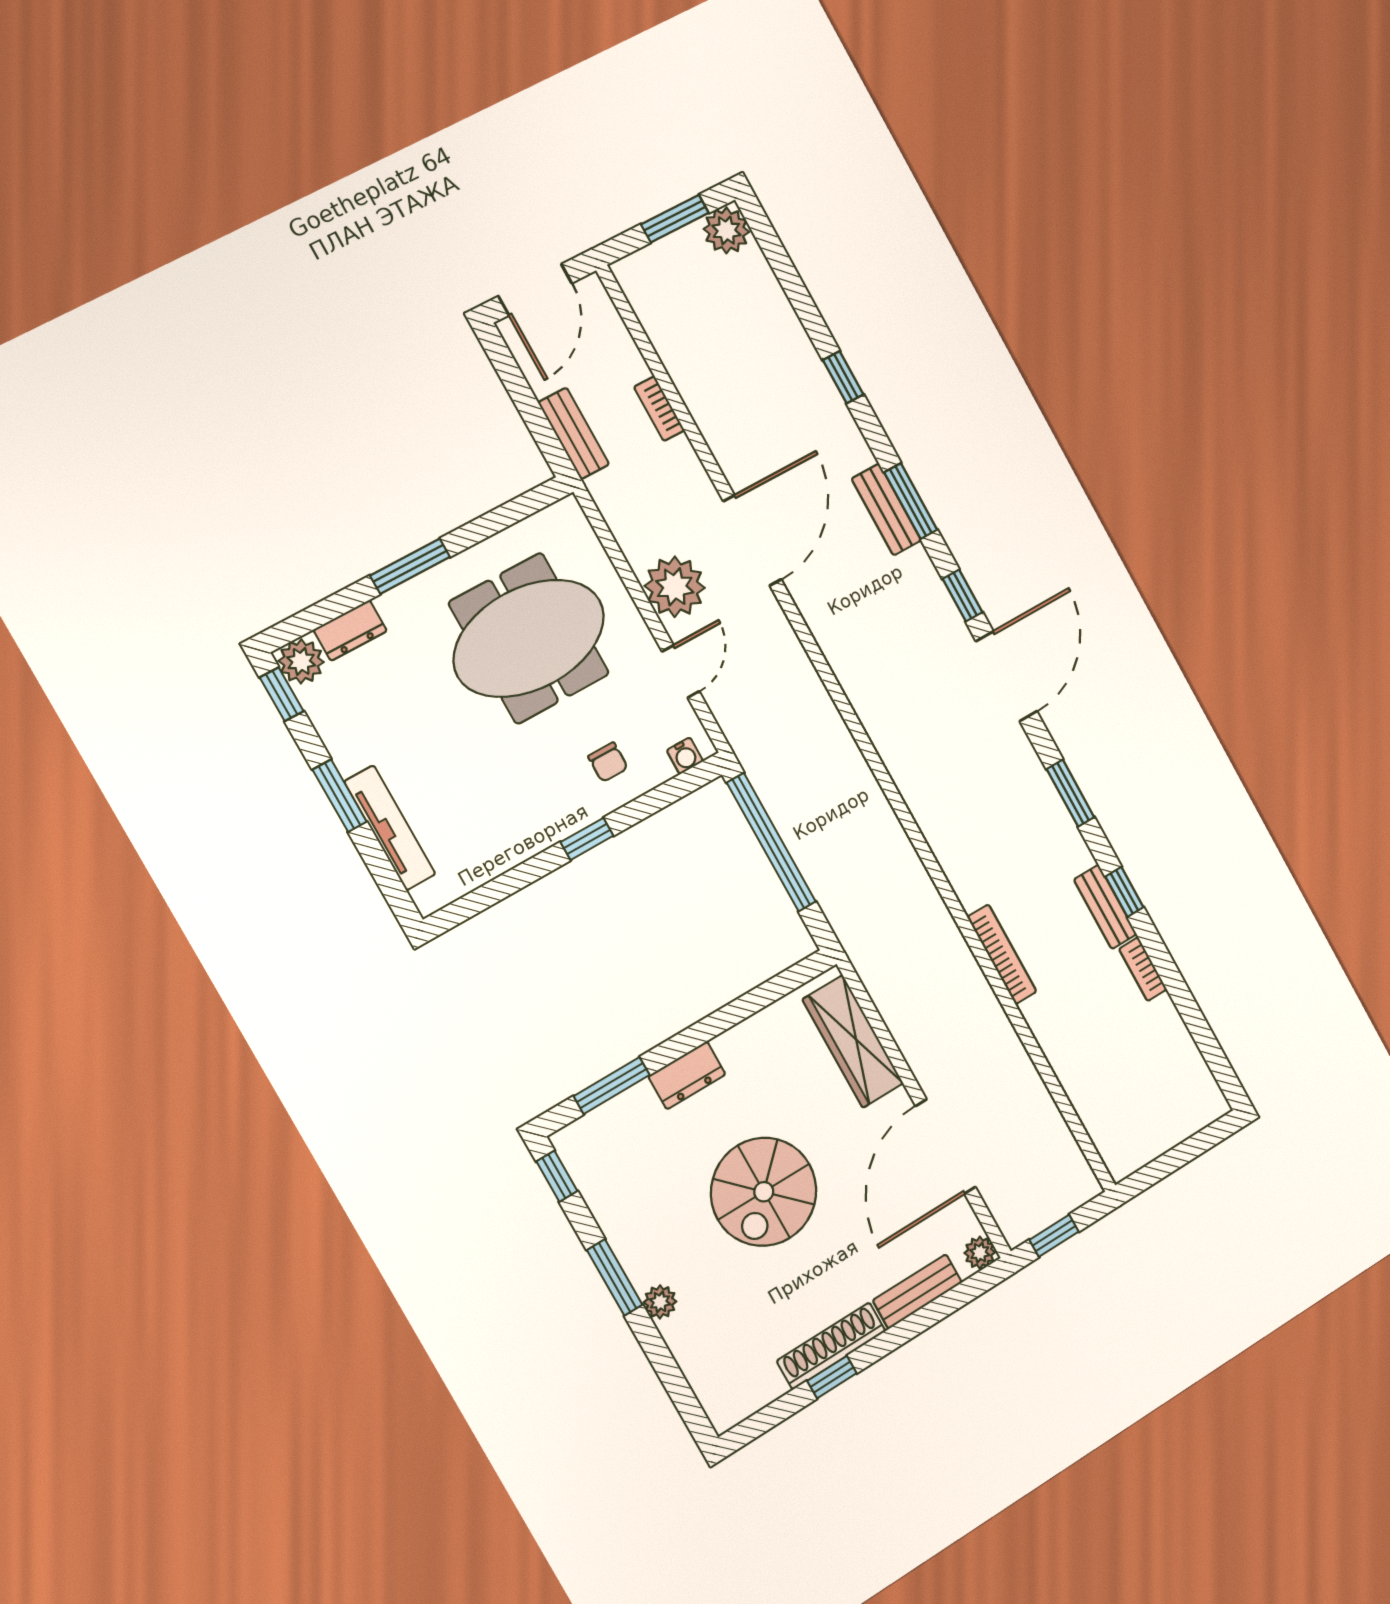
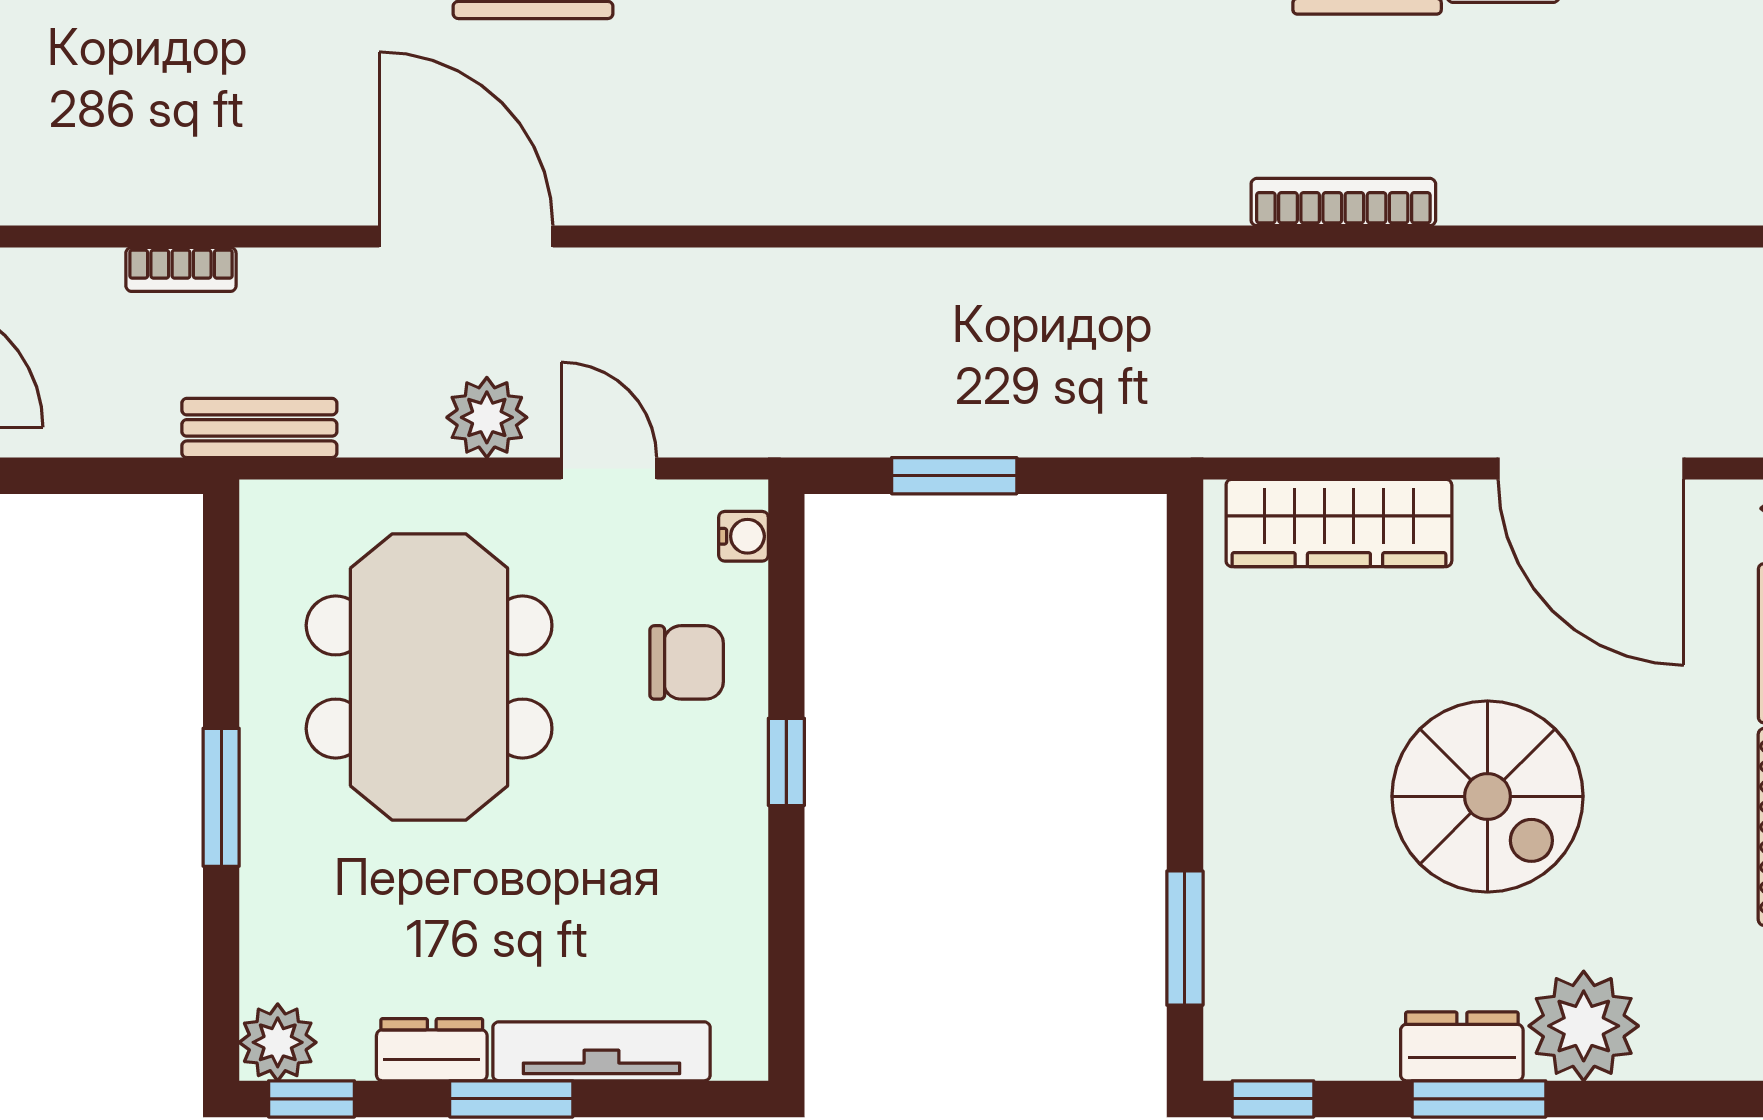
bench: (574, 433) -> (259, 428), moved
plant: (675, 587) -> (487, 417), width x0.73, depth x0.73
dresser: (350, 630) -> (432, 1050), moved, turned -90
chair: (608, 762) -> (687, 662), width x1.37, depth x1.37
window: (771, 842) -> (954, 476), width x0.47
dresser: (687, 1075) -> (1462, 1046), moved, turned -90
plant: (660, 1302) -> (1584, 1026), width x1.88, depth x1.88

